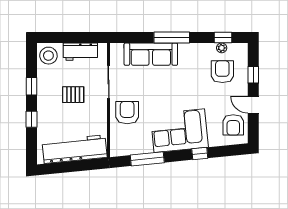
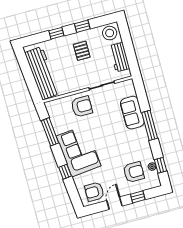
sofa: (151, 54) -> (132, 113), width x0.73
pallet: (73, 95) -> (82, 51), moved

